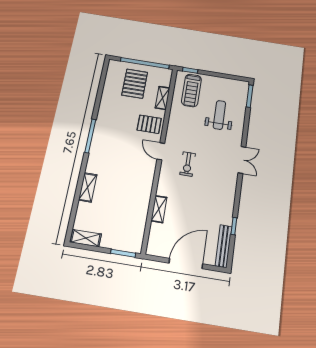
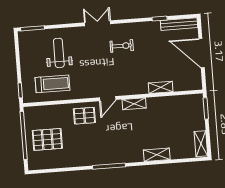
treadmill: (191, 90) -> (52, 84), moved
shelving: (162, 98) -> (134, 104), moved
weight bench: (219, 115) -> (59, 53), turned 90
pallet: (149, 124) -> (84, 116), turned 90
exercise bike: (188, 164) -> (122, 46), moved

